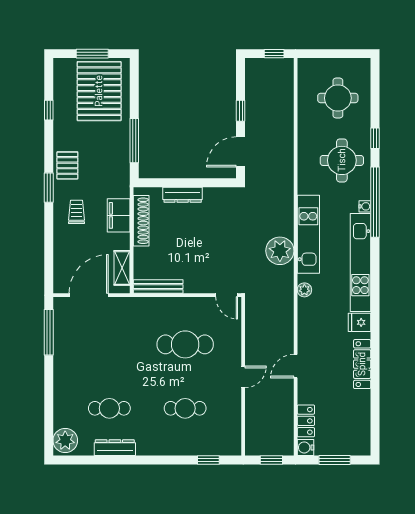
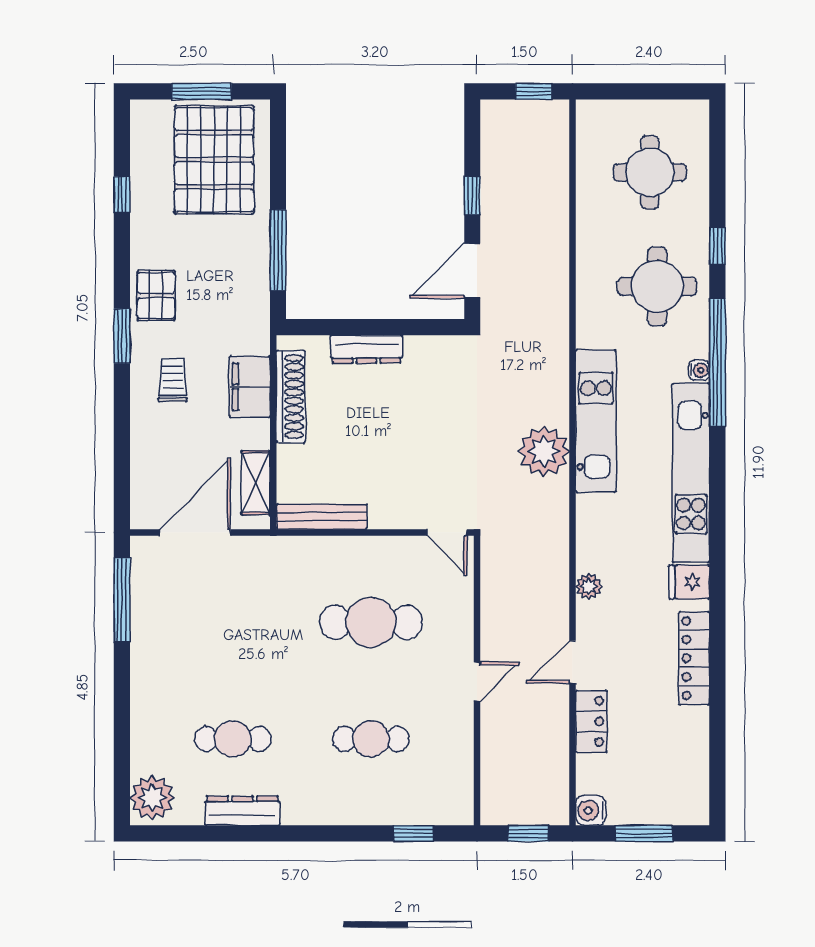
plant: (304, 290) -> (589, 586), moved
locker: (306, 421) -> (591, 721), moved

